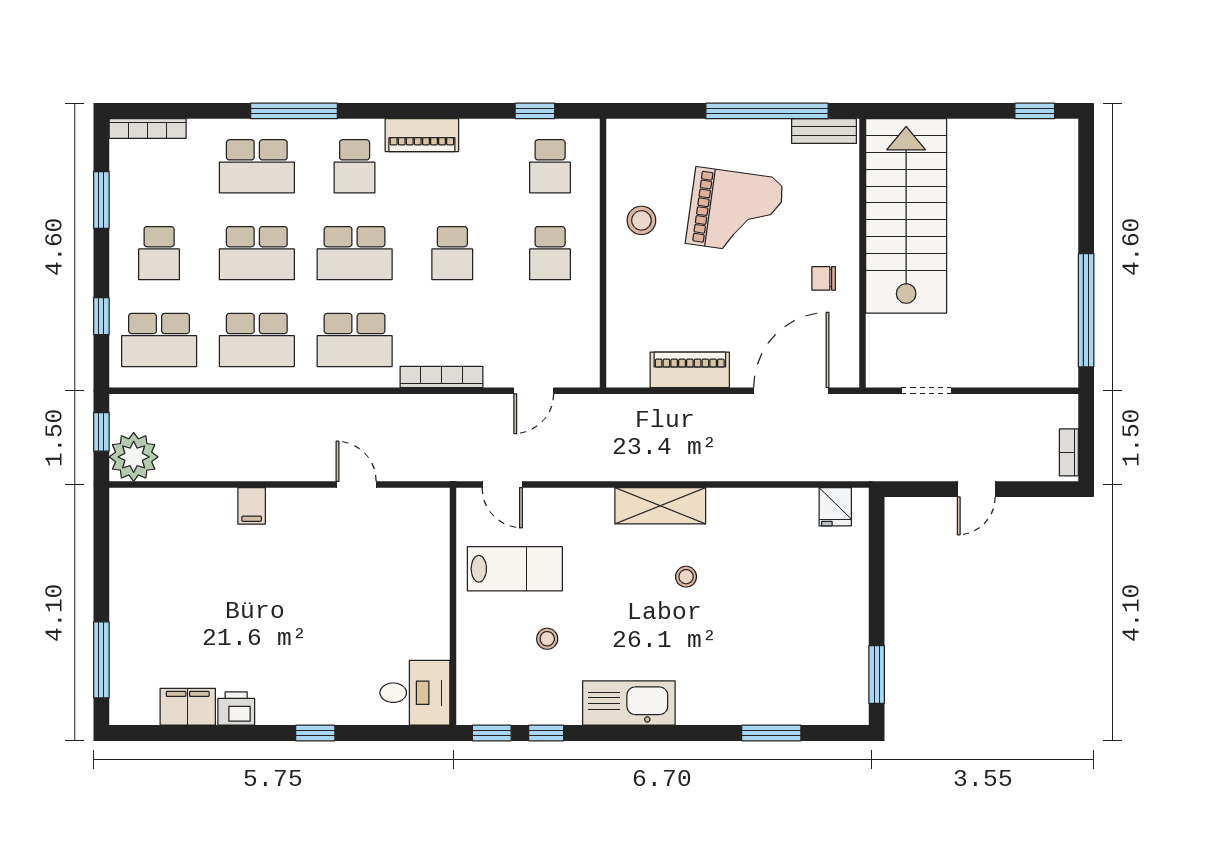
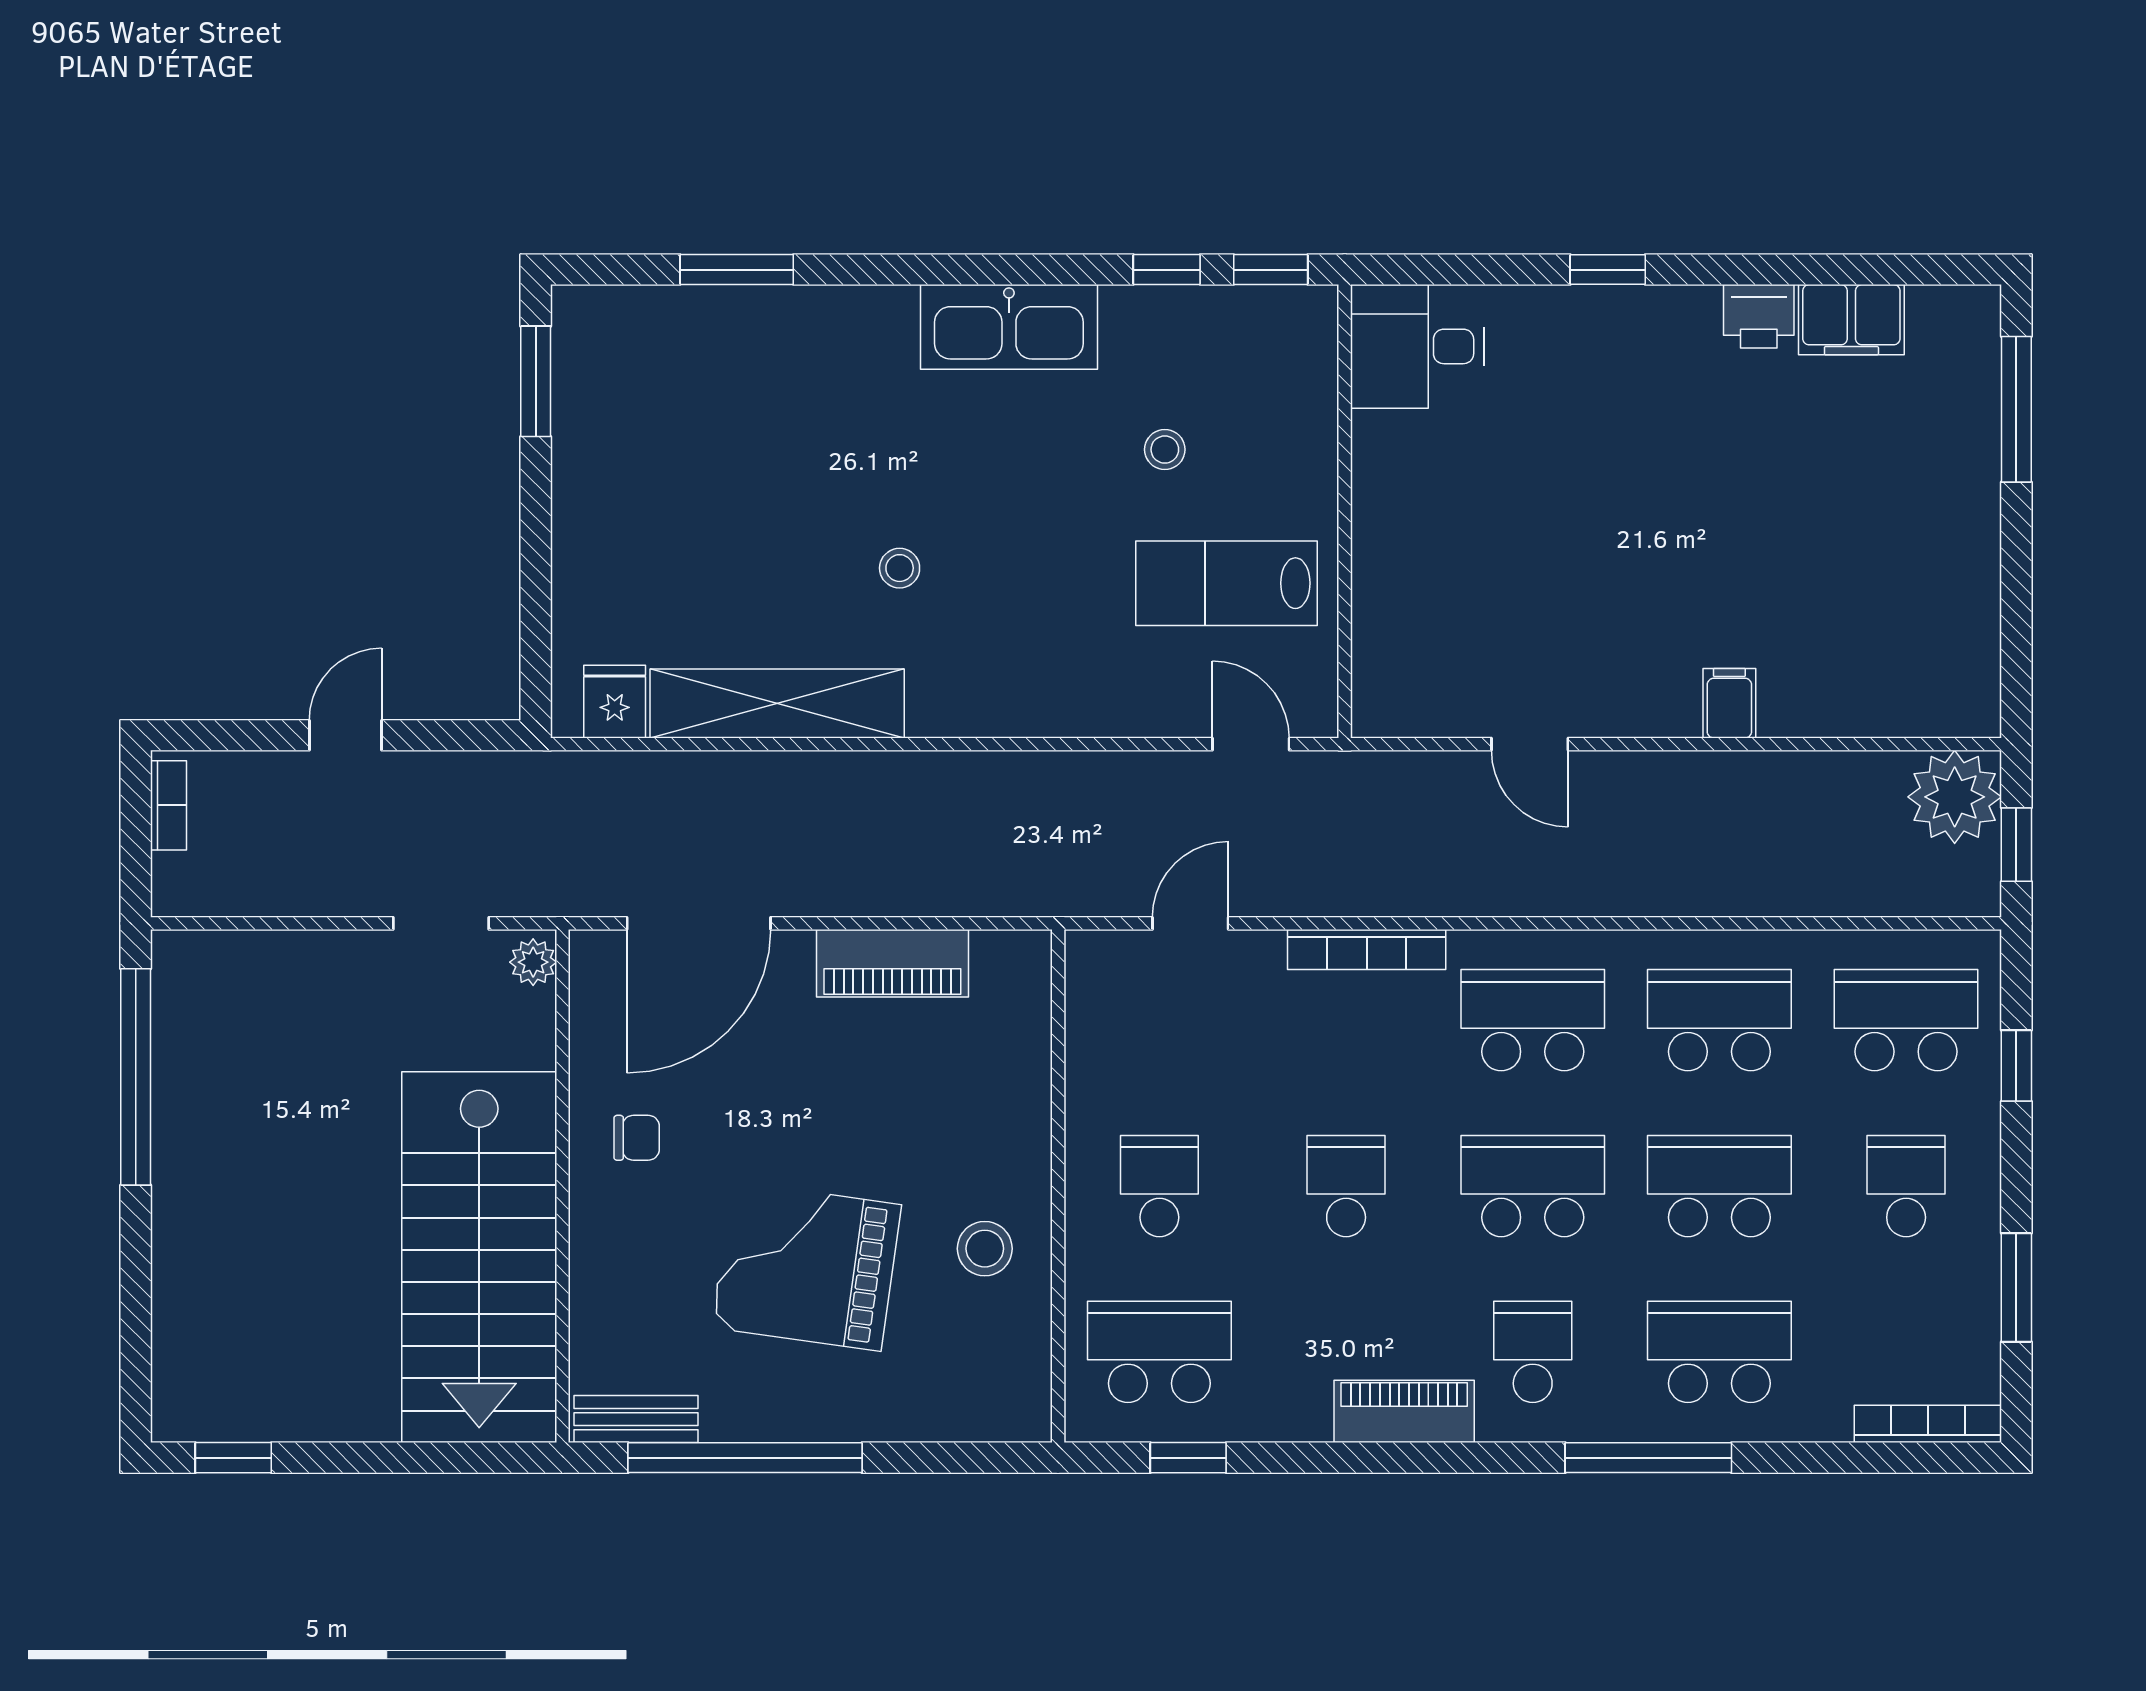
school desk: (550, 166) -> (1159, 1352), width x1.85
plant: (878, 370) -> (533, 962), added
shelving: (660, 506) -> (777, 704), moved, width x1.47

